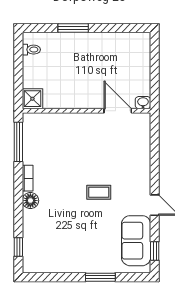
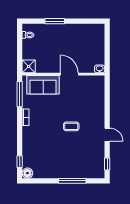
door: (118, 111) -> (69, 74), moved
floor lamp: (30, 201) -> (27, 173), moved
sofa: (136, 241) -> (43, 85), moved, turned -90
window: (100, 277) -> (72, 181), width x1.44

